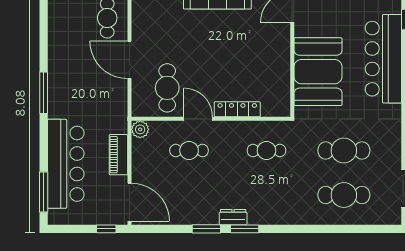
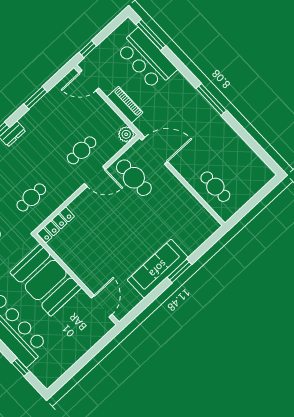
door: (130, 60) -> (155, 151), moved
locker: (237, 109) -> (56, 225), moved
bar counter: (66, 164) -> (146, 59), width x0.73
door: (130, 202) -> (89, 81), width x0.73
window: (206, 229) -> (36, 98), moved

